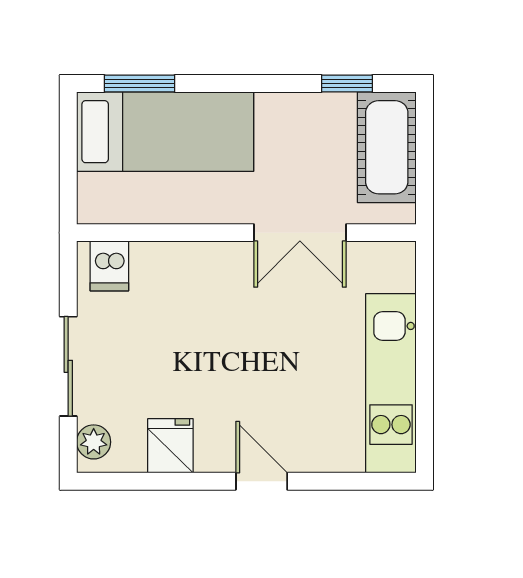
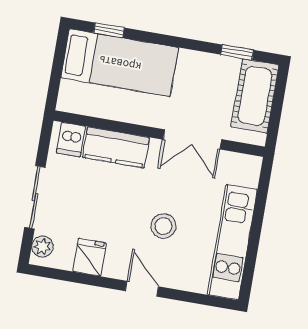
window: (140, 84) -> (109, 30), width x0.67
kitchen counter: (182, 266) -> (116, 147), added
stool: (278, 377) -> (163, 226), added

